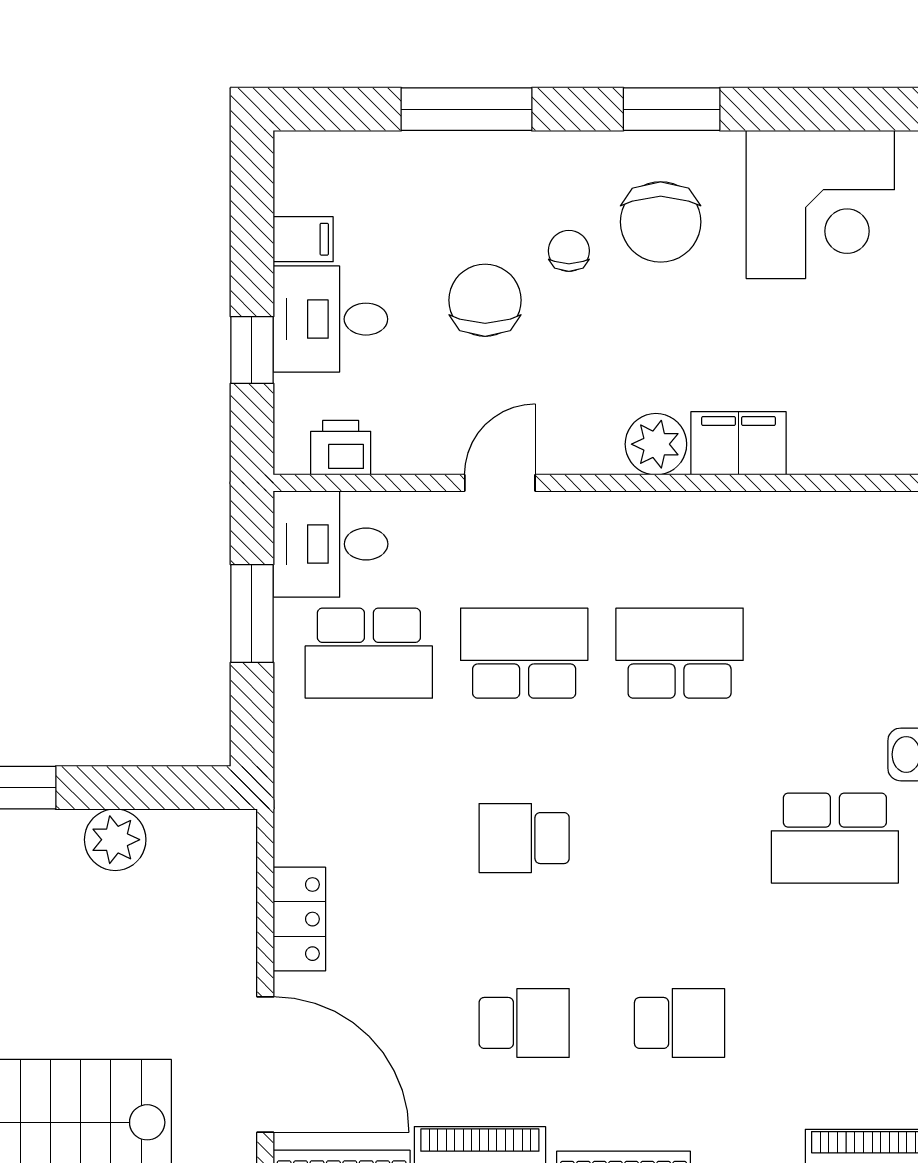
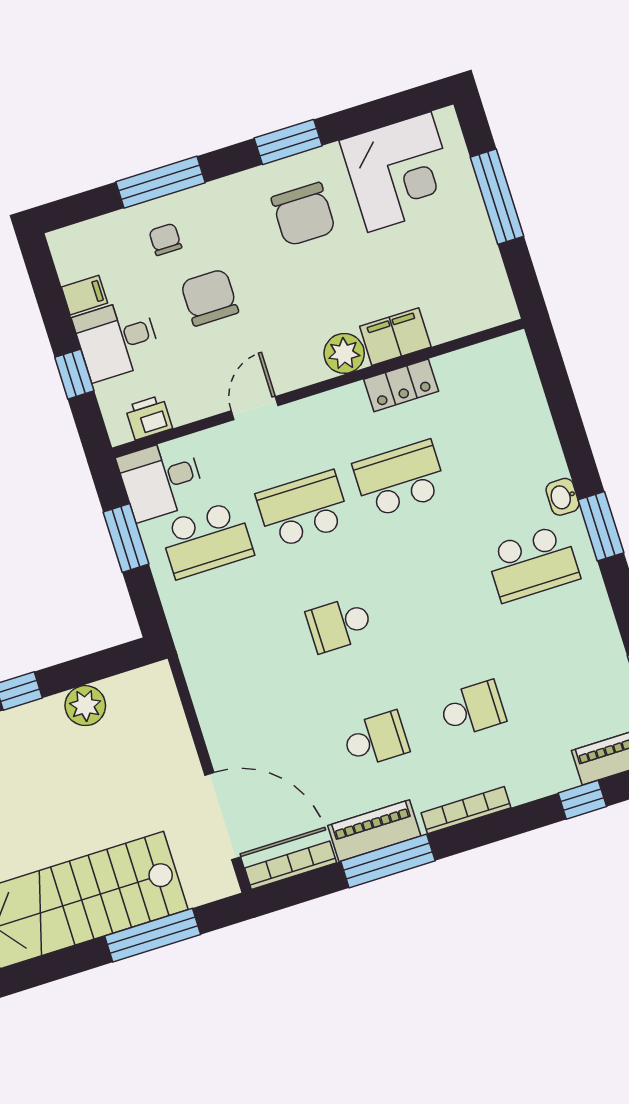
chair: (569, 251) -> (165, 239), moved
locker: (299, 919) -> (401, 385), moved, turned 90

